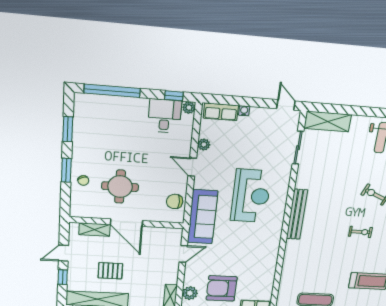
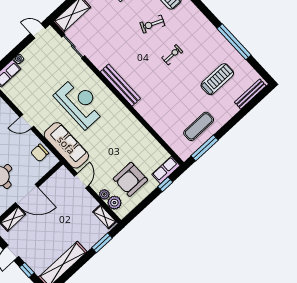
plant: (204, 144) -> (104, 194), moved
pallet: (110, 271) -> (50, 237), removed

